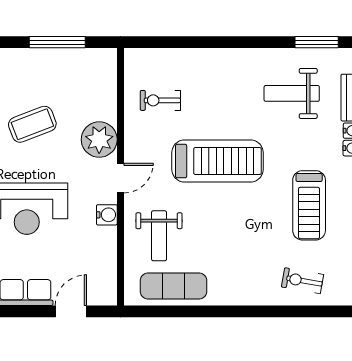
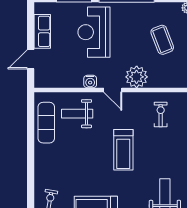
coffee table: (32, 124) -> (162, 40), moved
treadmill: (217, 161) -> (123, 150), width x0.73, depth x0.73
door: (71, 311) -> (31, 59), swing flipped

